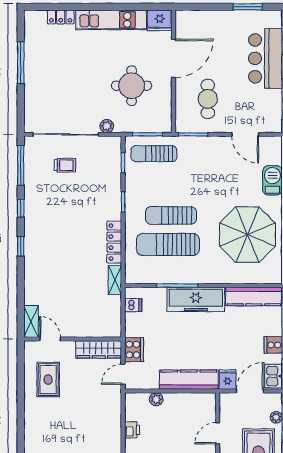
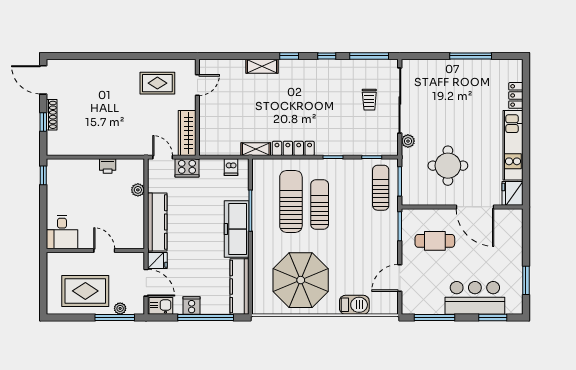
shelving: (31, 321) -> (262, 66), moved

